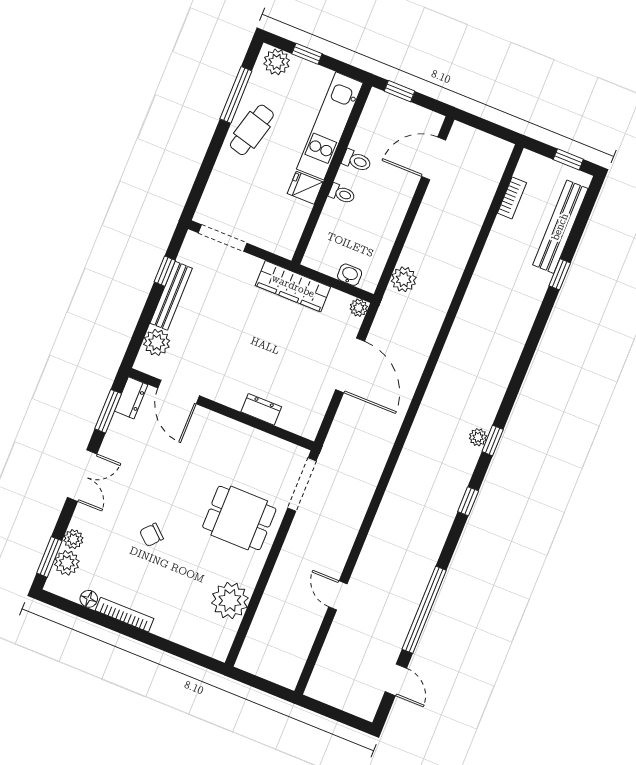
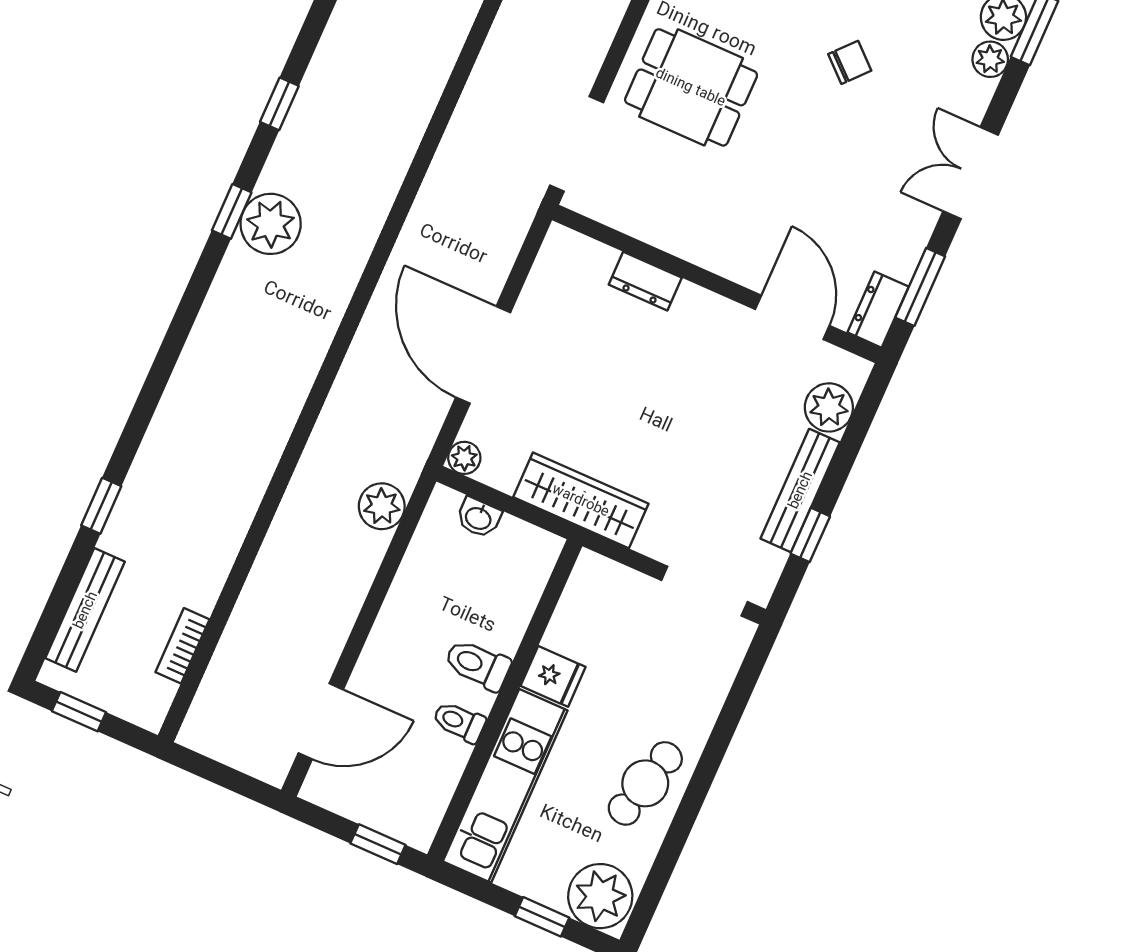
plant: (277, 62) -> (600, 896), width x1.36, depth x1.36
window: (236, 95) -> (672, 847), removed
toilet: (342, 194) -> (478, 665), width x1.37, depth x1.39
bench: (560, 227) -> (85, 610), width x0.73, depth x0.82
plant: (478, 437) -> (271, 224), width x1.88, depth x1.88

